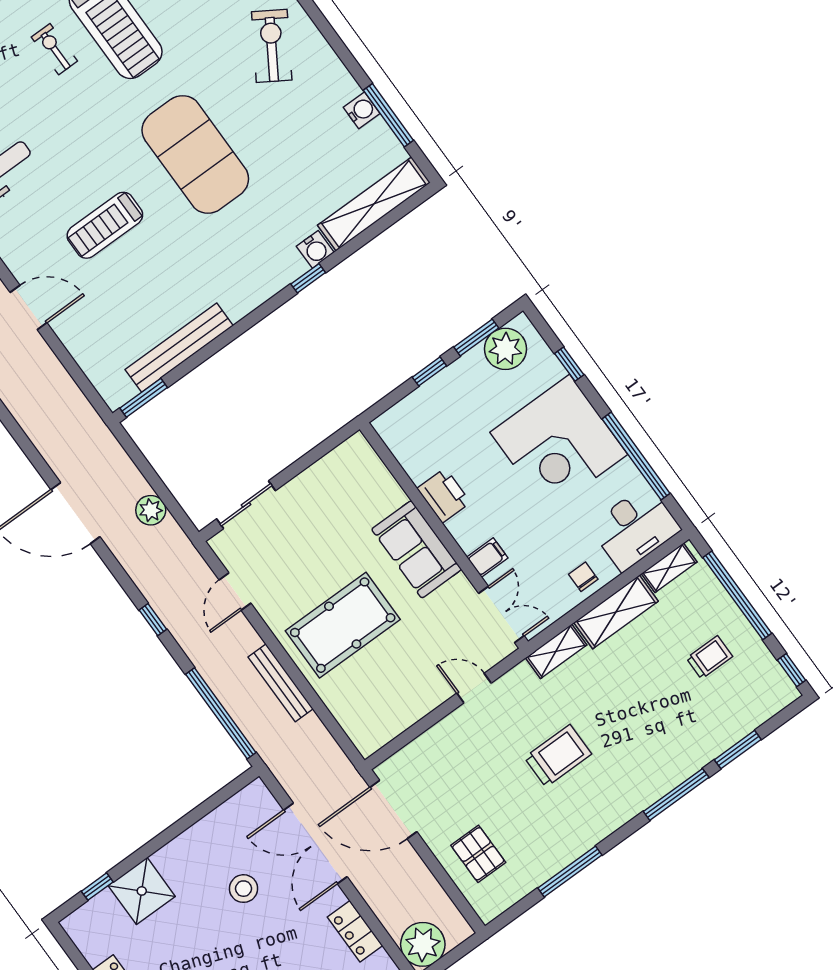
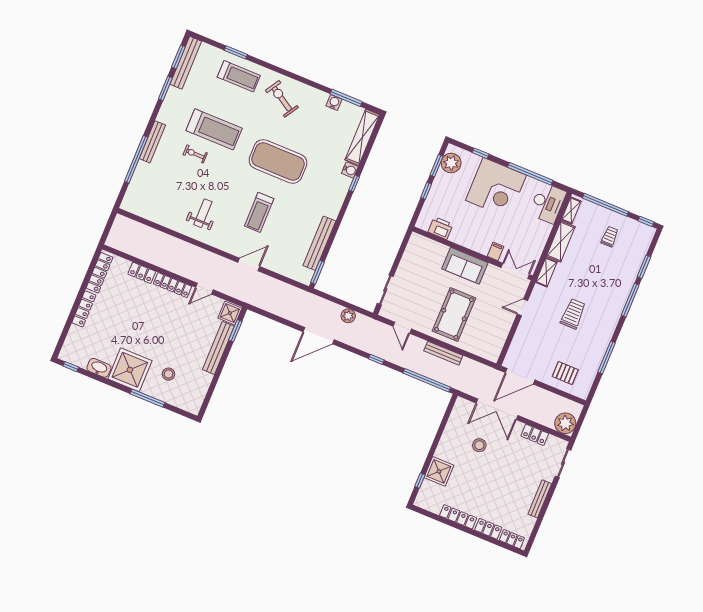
printer: (444, 495) -> (440, 228), moved
chair: (583, 577) -> (539, 235), removed

